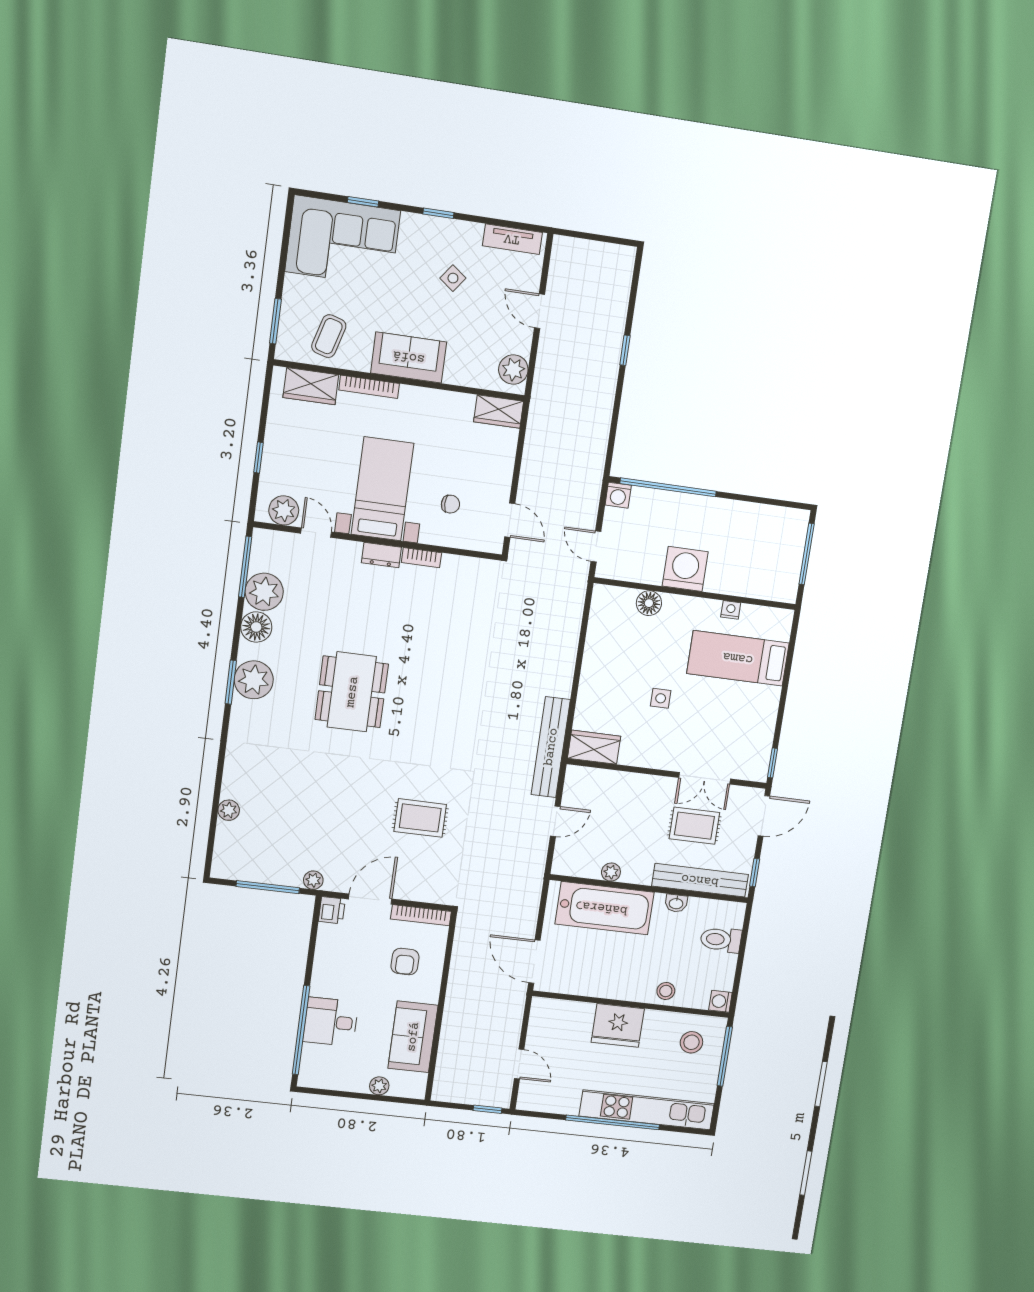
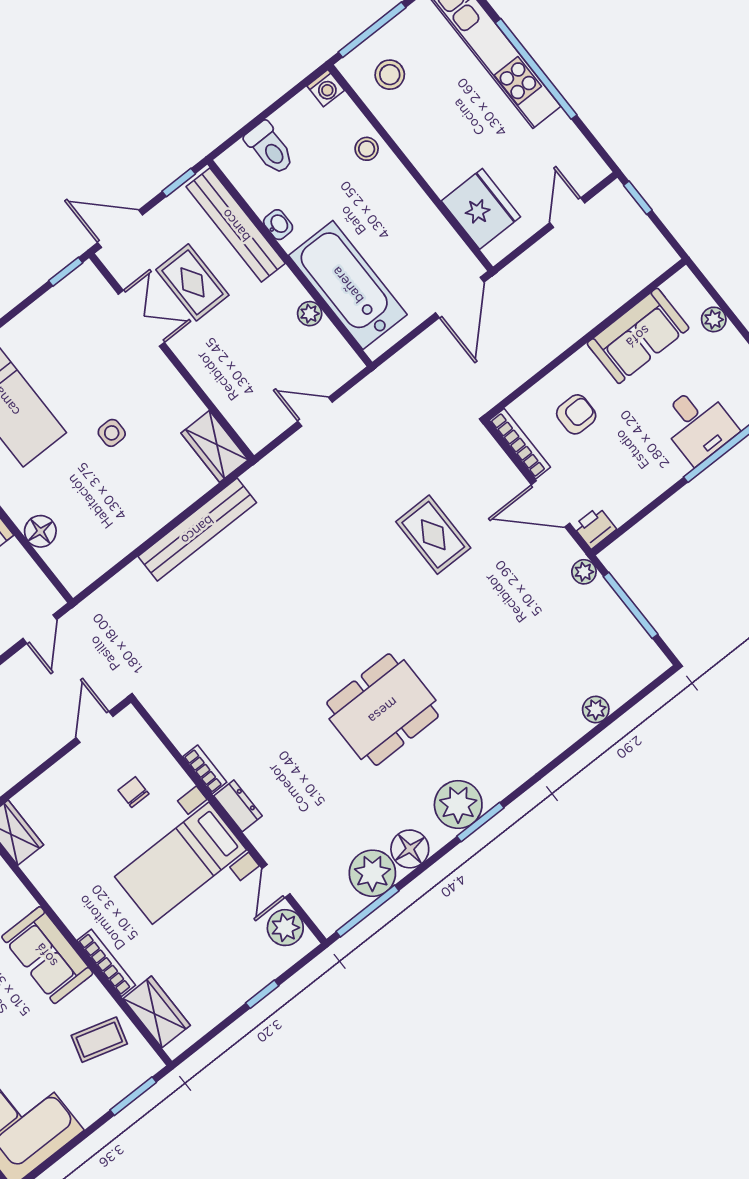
bench: (551, 747) -> (197, 530), moved
fridge: (618, 1025) -> (481, 209), moved

